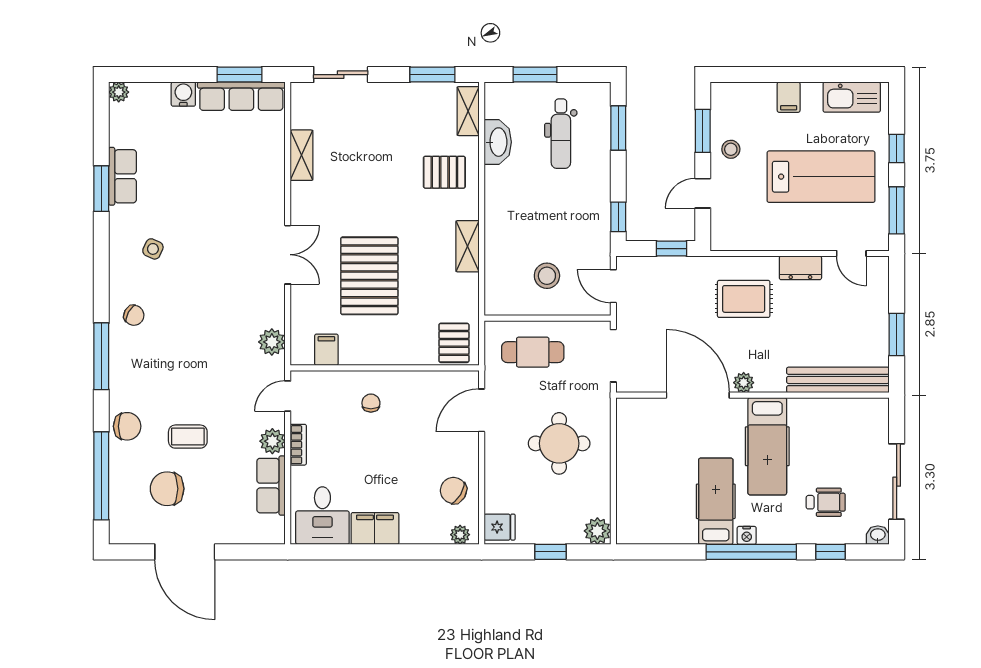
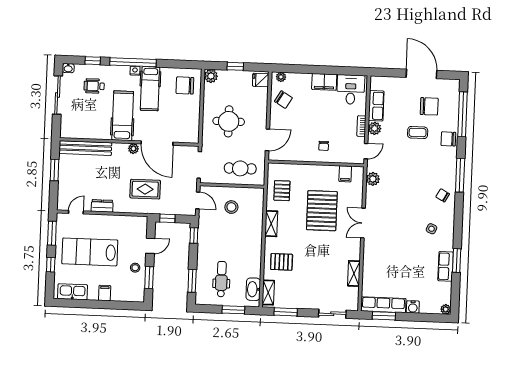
washbasin: (498, 142) -> (253, 289), moved
door: (851, 254) -> (76, 212), hinge flipped
rug: (744, 299) -> (145, 189), moved
pallet: (454, 343) -> (282, 191), moved
chair: (648, 510) -> (185, 85), added

